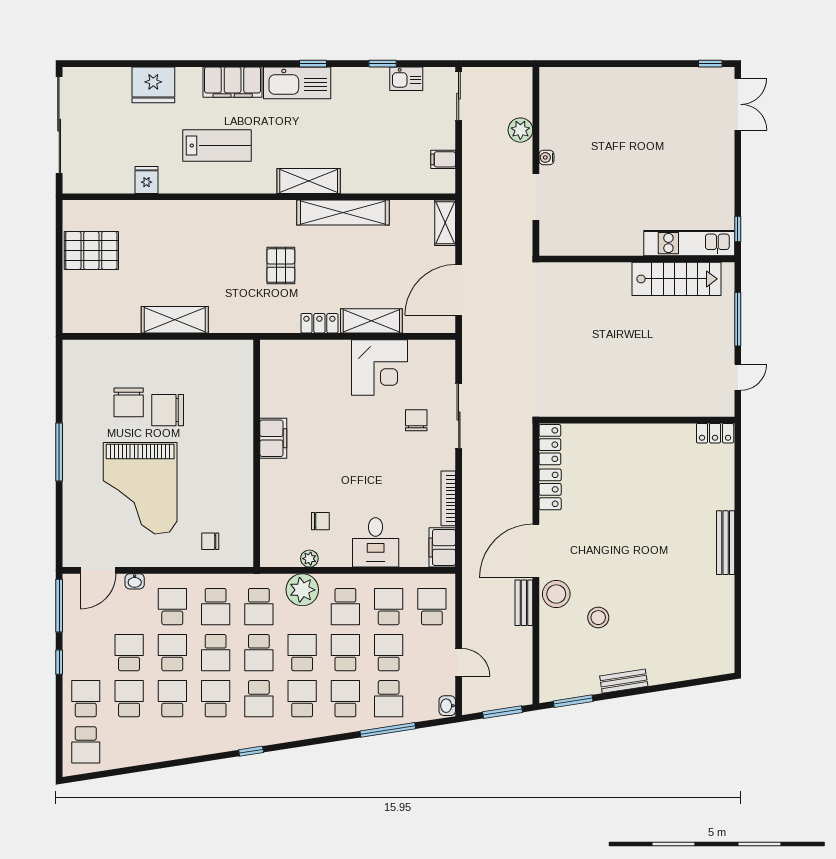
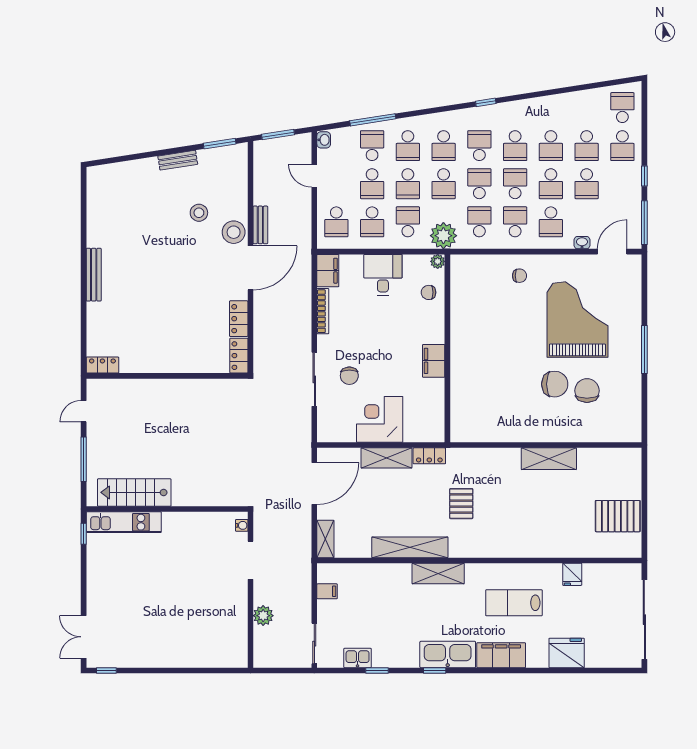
water cooler: (546, 157) -> (242, 525), moved
filing cabinet: (273, 438) -> (434, 361), moved
wall: (257, 453) -> (447, 348), moved

